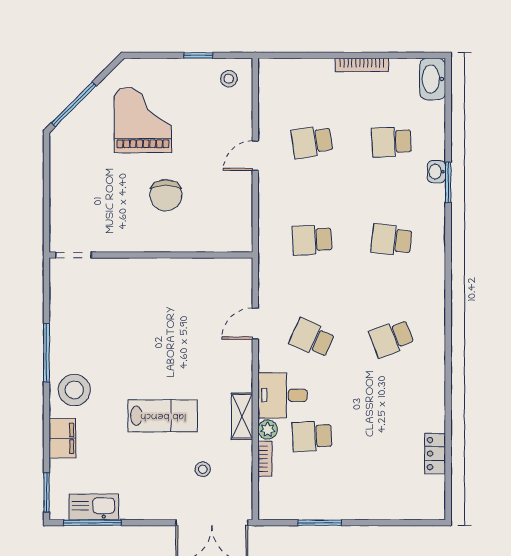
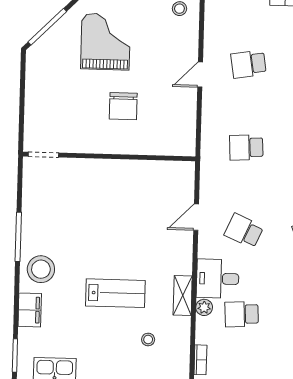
bookcase: (265, 459) -> (200, 360), moved

